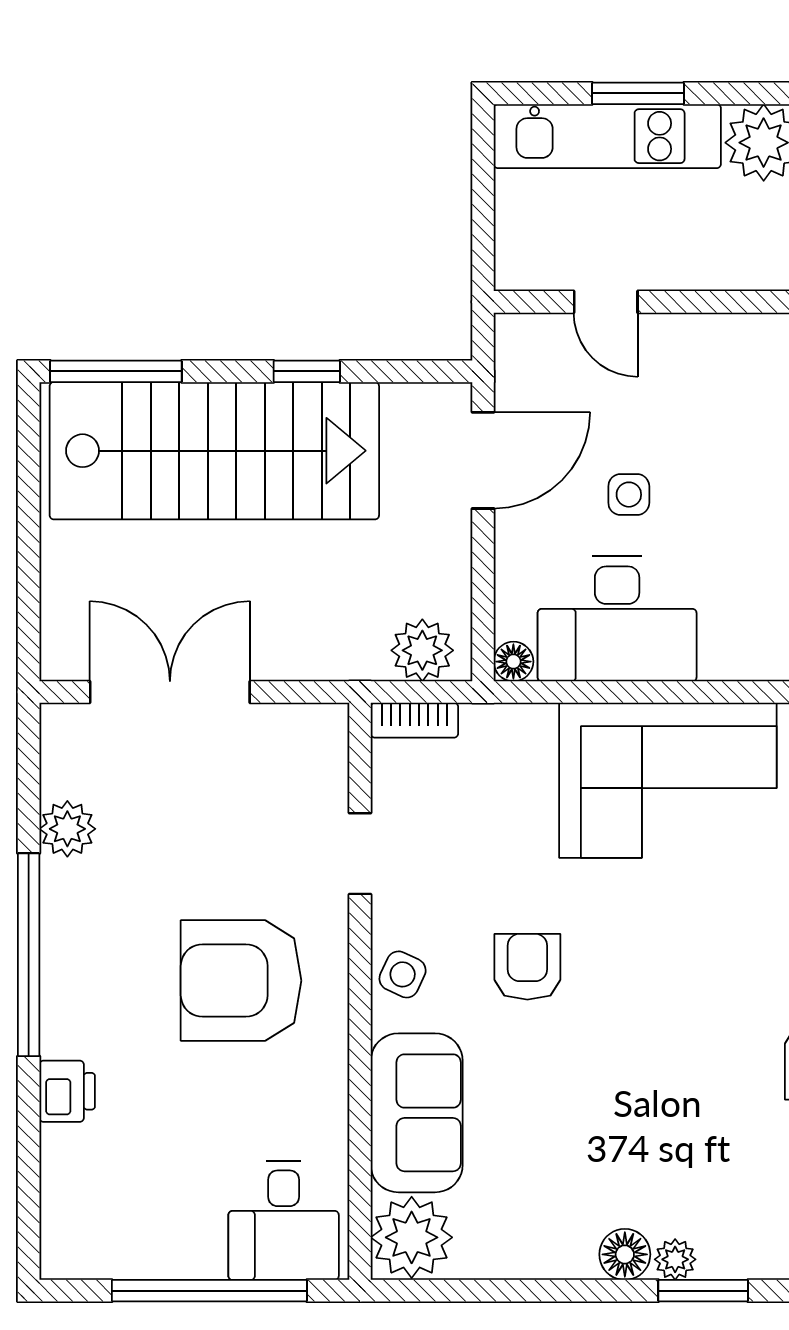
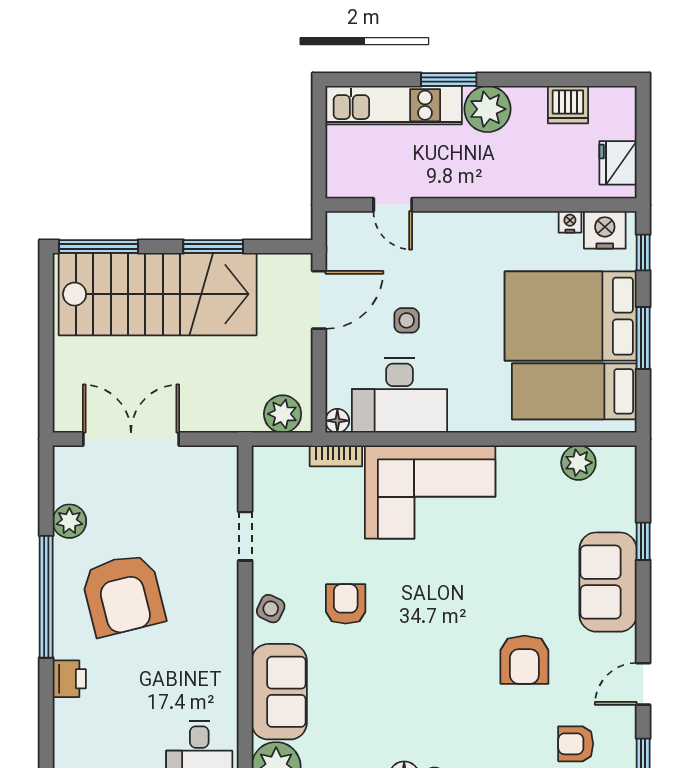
window: (638, 93) -> (449, 80), moved
window: (307, 371) -> (213, 246), width x1.50
bookcase: (414, 720) -> (336, 456), moved
armchair: (241, 981) -> (123, 595), moved, turned -104

